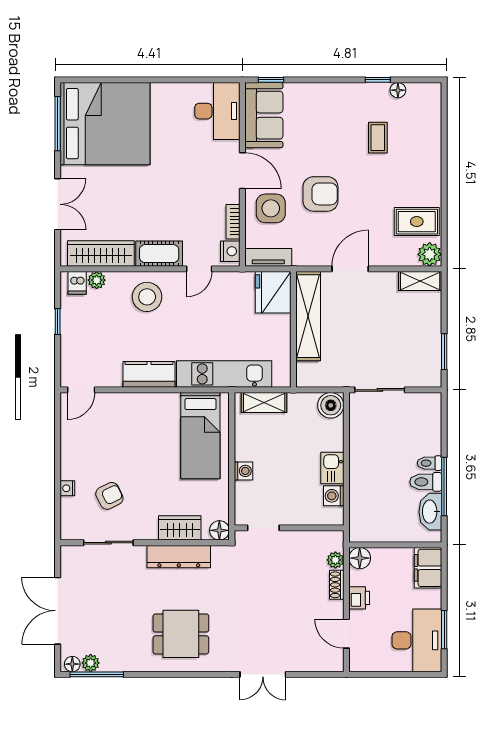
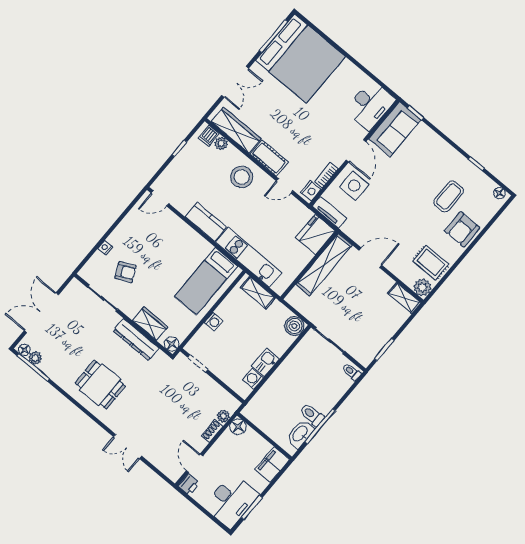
floor lamp: (398, 90) -> (499, 193), moved
coffee table: (378, 138) -> (449, 196), width x1.36, depth x1.30
armchair: (320, 194) -> (462, 229), moved, turned 90
toilet: (429, 463) -> (352, 372), moved
printer: (359, 598) -> (189, 485), moved

